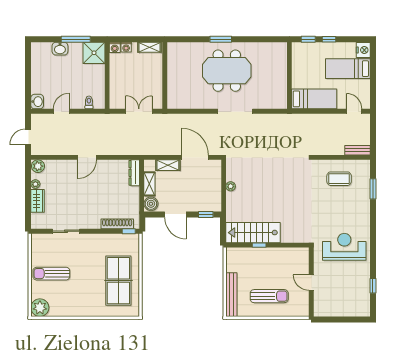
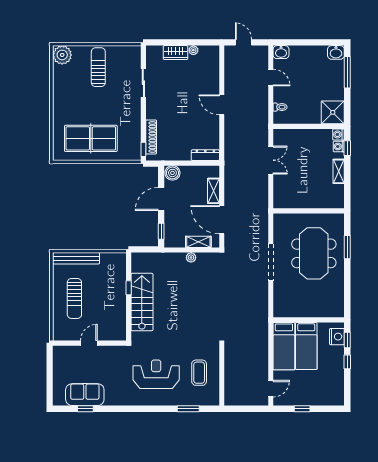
window: (76, 39) -> (347, 72), moved
window: (128, 39) -> (347, 148), added
washbasin: (60, 49) -> (336, 52), moved, turned -90
nightstand: (363, 50) -> (337, 337), moved, turned -90
bed: (348, 69) -> (306, 346), moved, turned 180
wall: (165, 75) -> (309, 211), moved
window: (373, 82) -> (302, 409), added
bench: (358, 150) -> (229, 392), removed
door: (195, 157) -> (222, 220), swing flipped
plant: (38, 166) -> (212, 53), removed
shelving: (149, 184) -> (198, 242), moved
stairs: (253, 233) -> (142, 302), moved
reception desk: (344, 247) -> (156, 374), moved, turned -90
sofa: (360, 286) -> (85, 395), added

